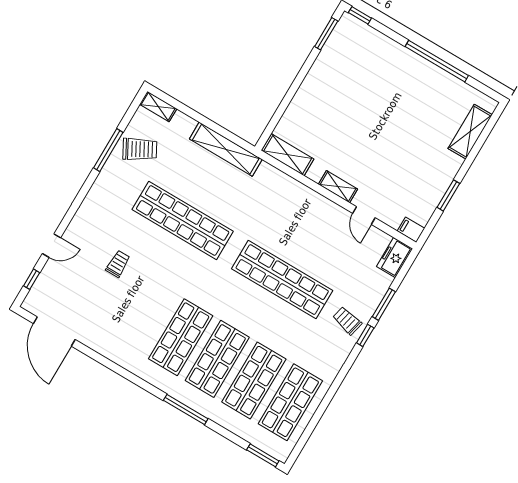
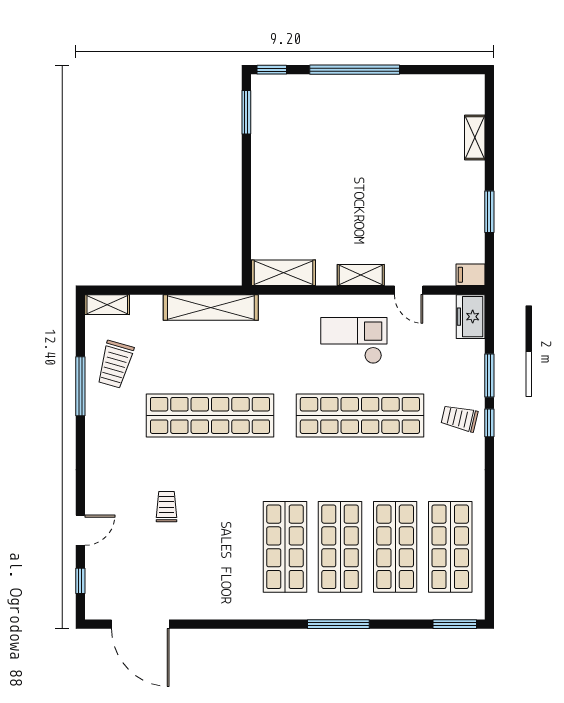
window: (437, 61) -> (355, 70), moved
shelving: (470, 132) -> (475, 137), width x0.67, depth x0.75
trolley: (140, 149) -> (115, 364), turned 135
checkout: (308, 227) -> (354, 340), added

